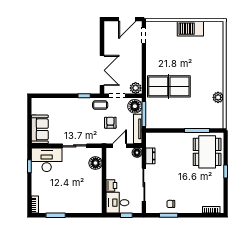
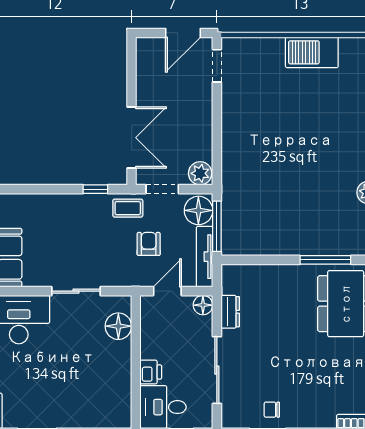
table tennis table: (169, 86) -> (268, 170), removed

